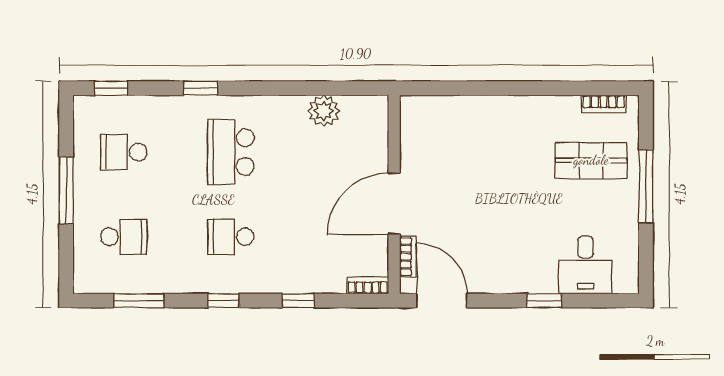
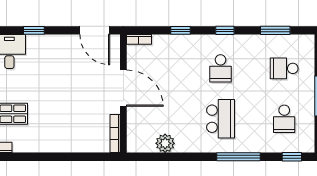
window: (201, 88) -> (238, 157), width x2.17
school desk: (124, 152) -> (284, 119), turned 90
door: (394, 204) -> (123, 88), hinge flipped
school desk: (231, 237) -> (221, 68), turned 90
bookcase: (408, 257) -> (115, 134), moved, width x1.56

